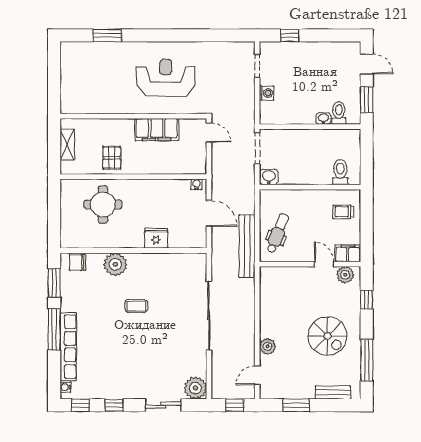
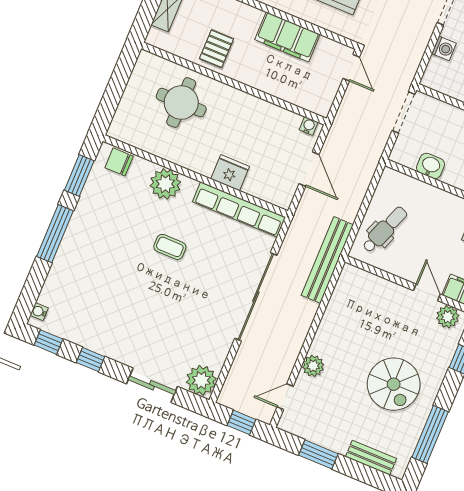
washbasin: (269, 177) -> (431, 166), moved
bench: (247, 246) -> (327, 260), moved
row of seats: (68, 347) -> (239, 209), moved, turned 90

